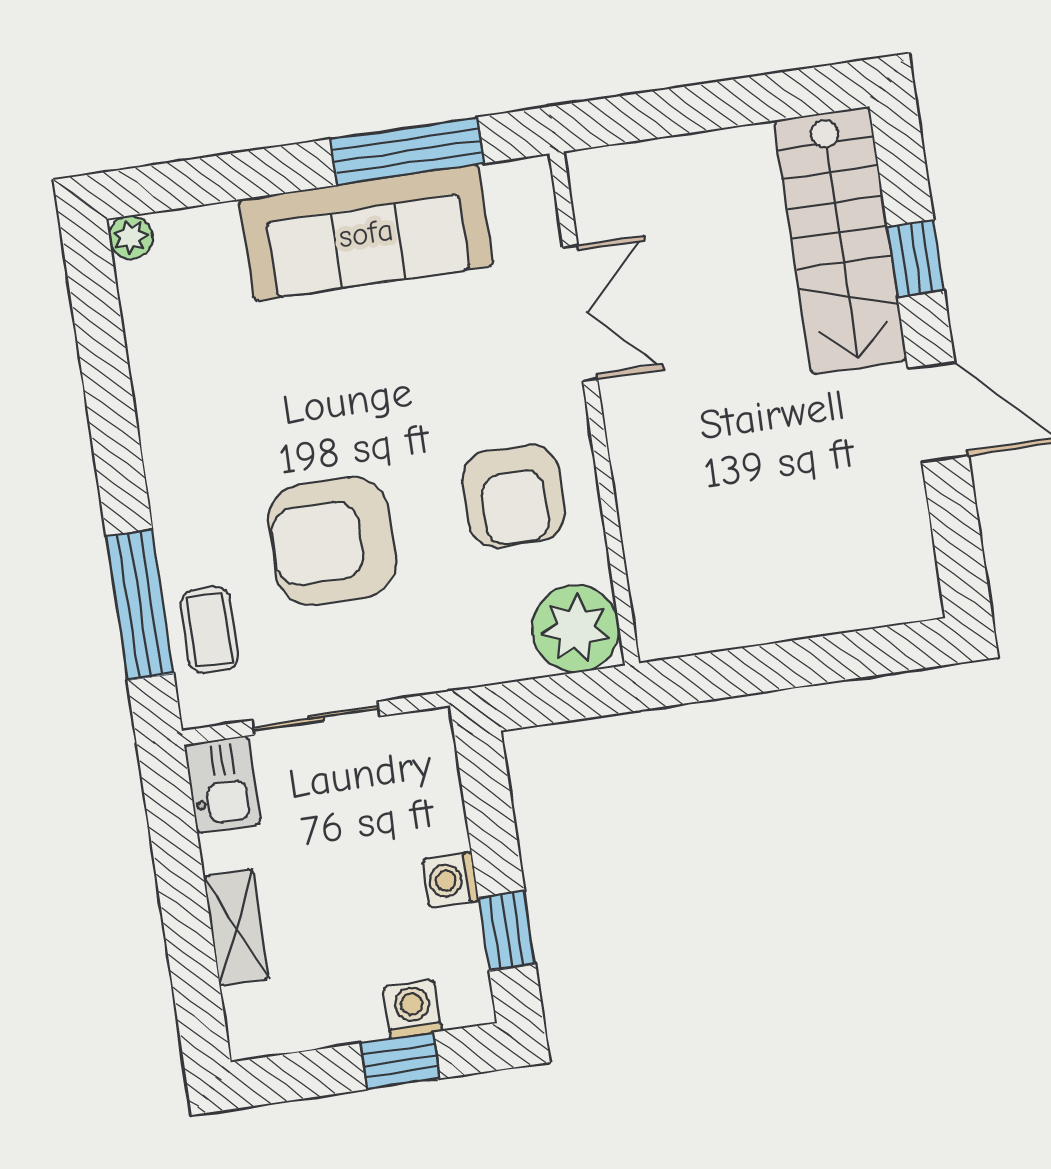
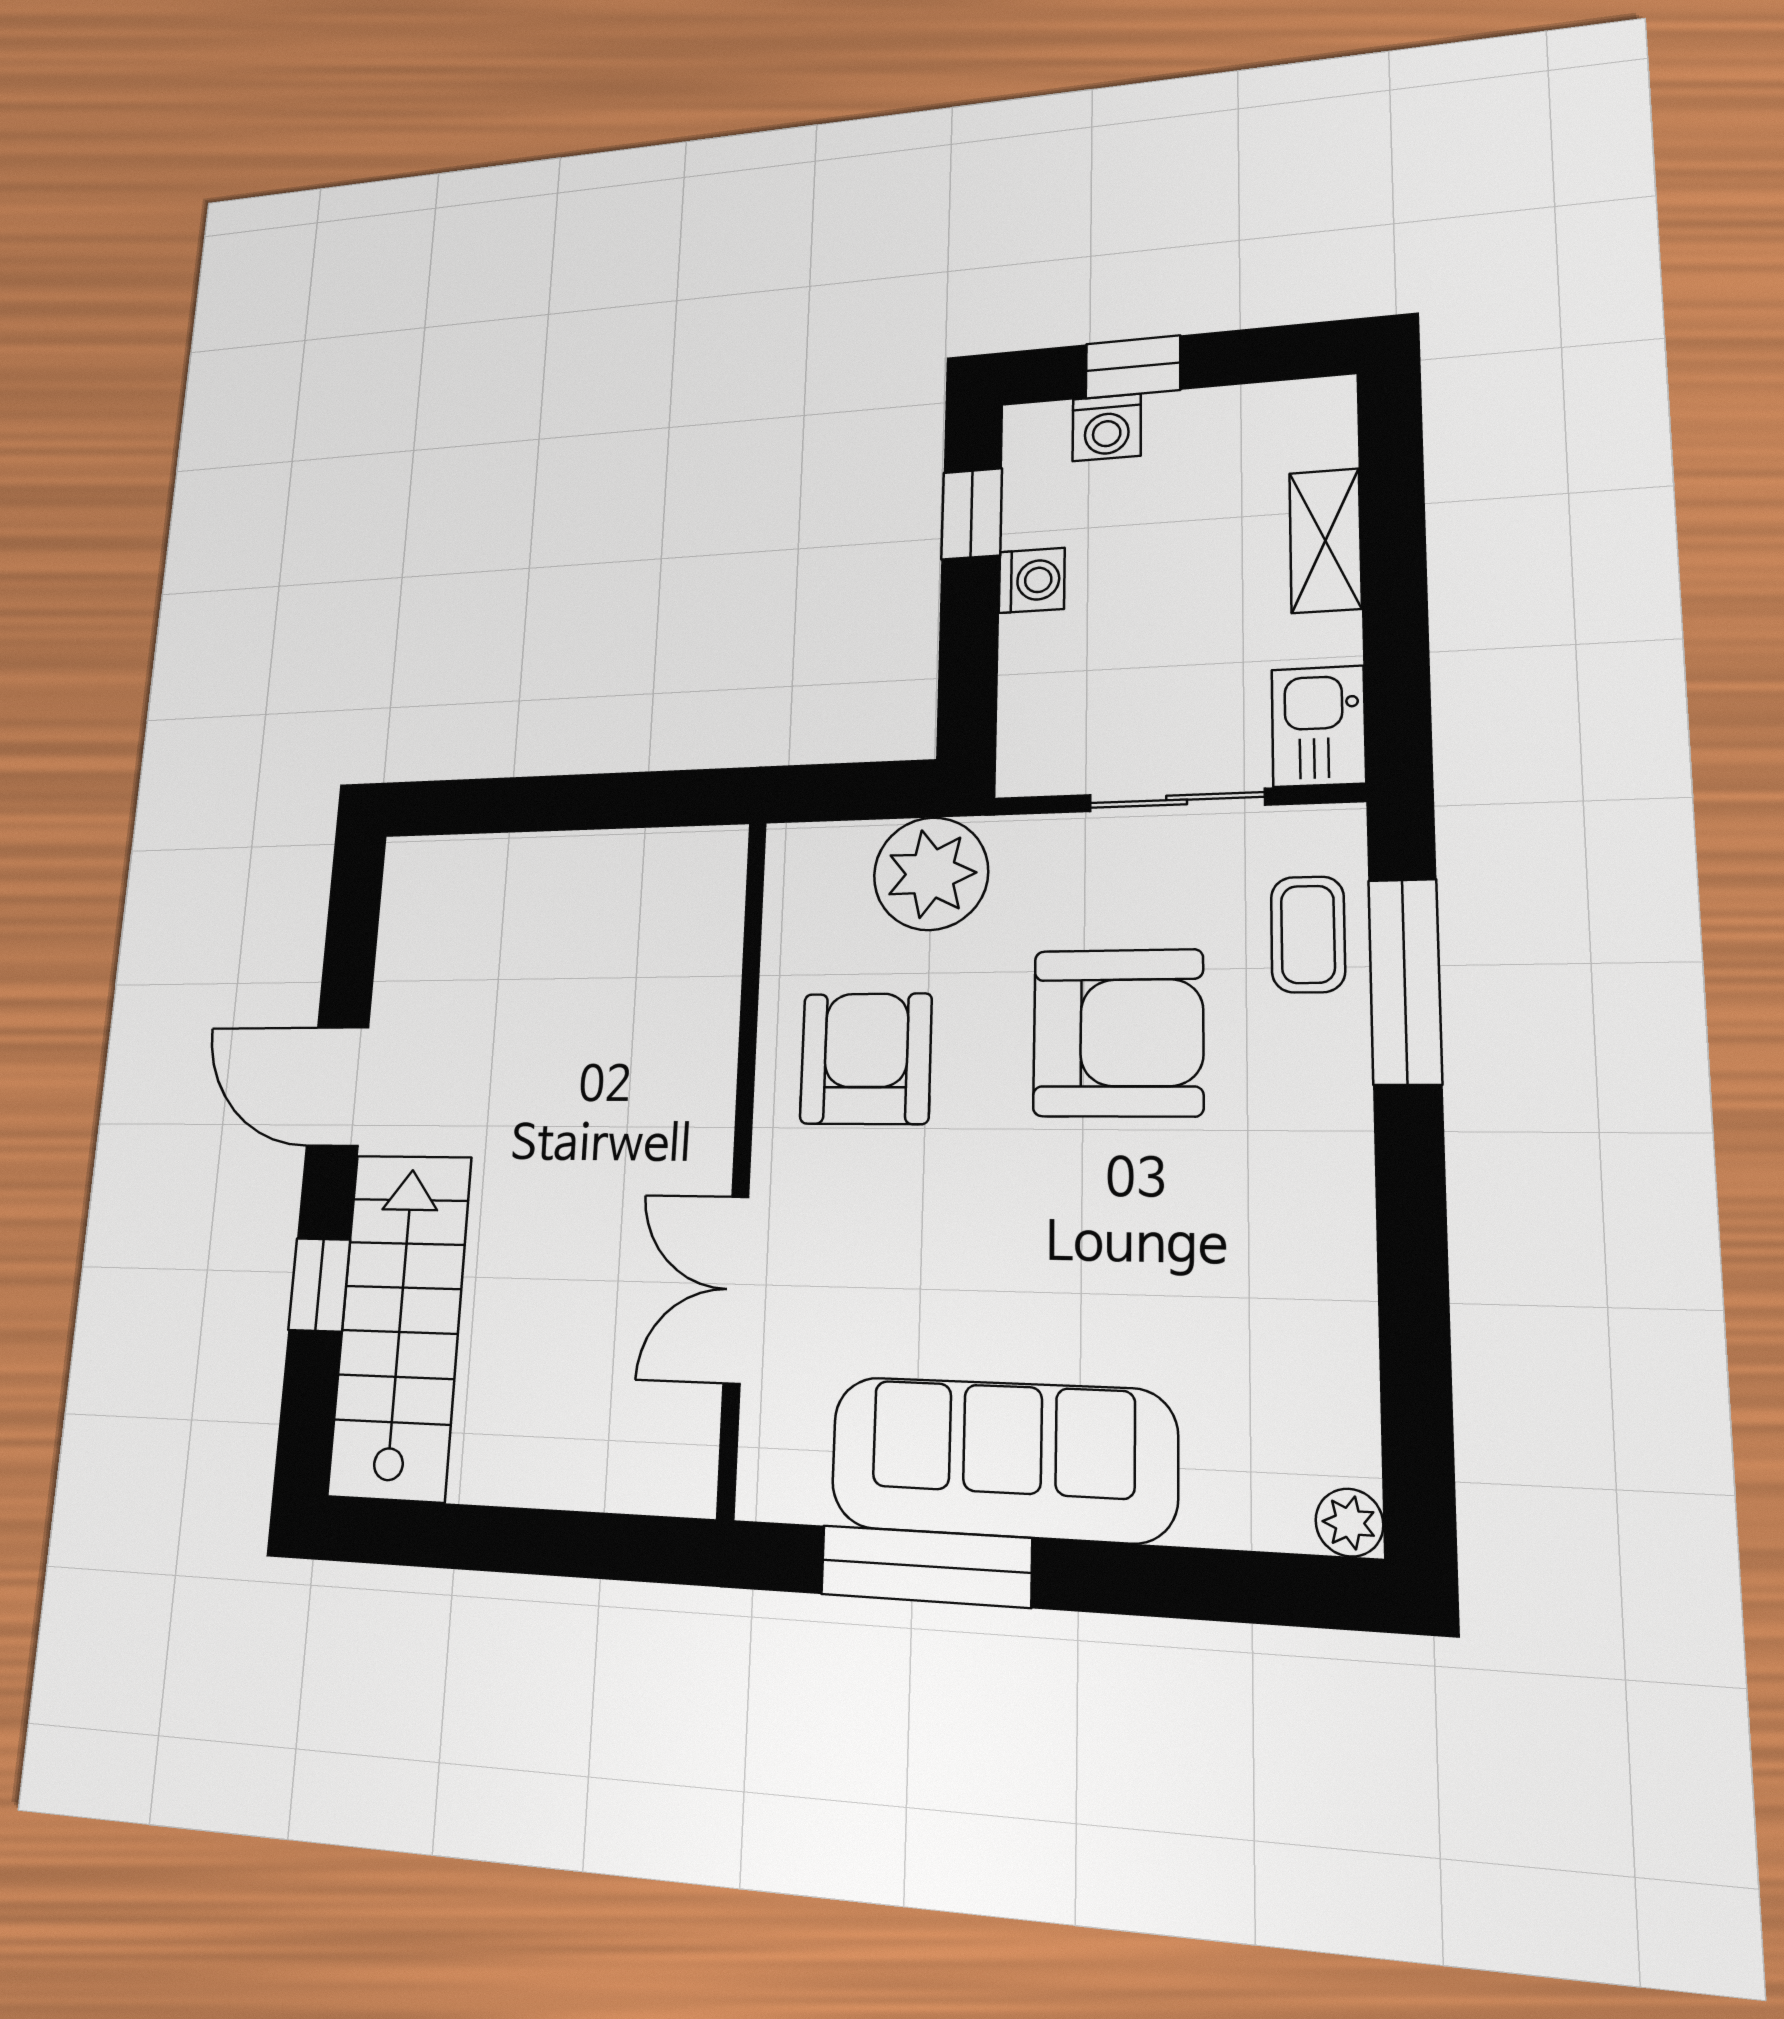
plant: (576, 629) -> (931, 874), moved

